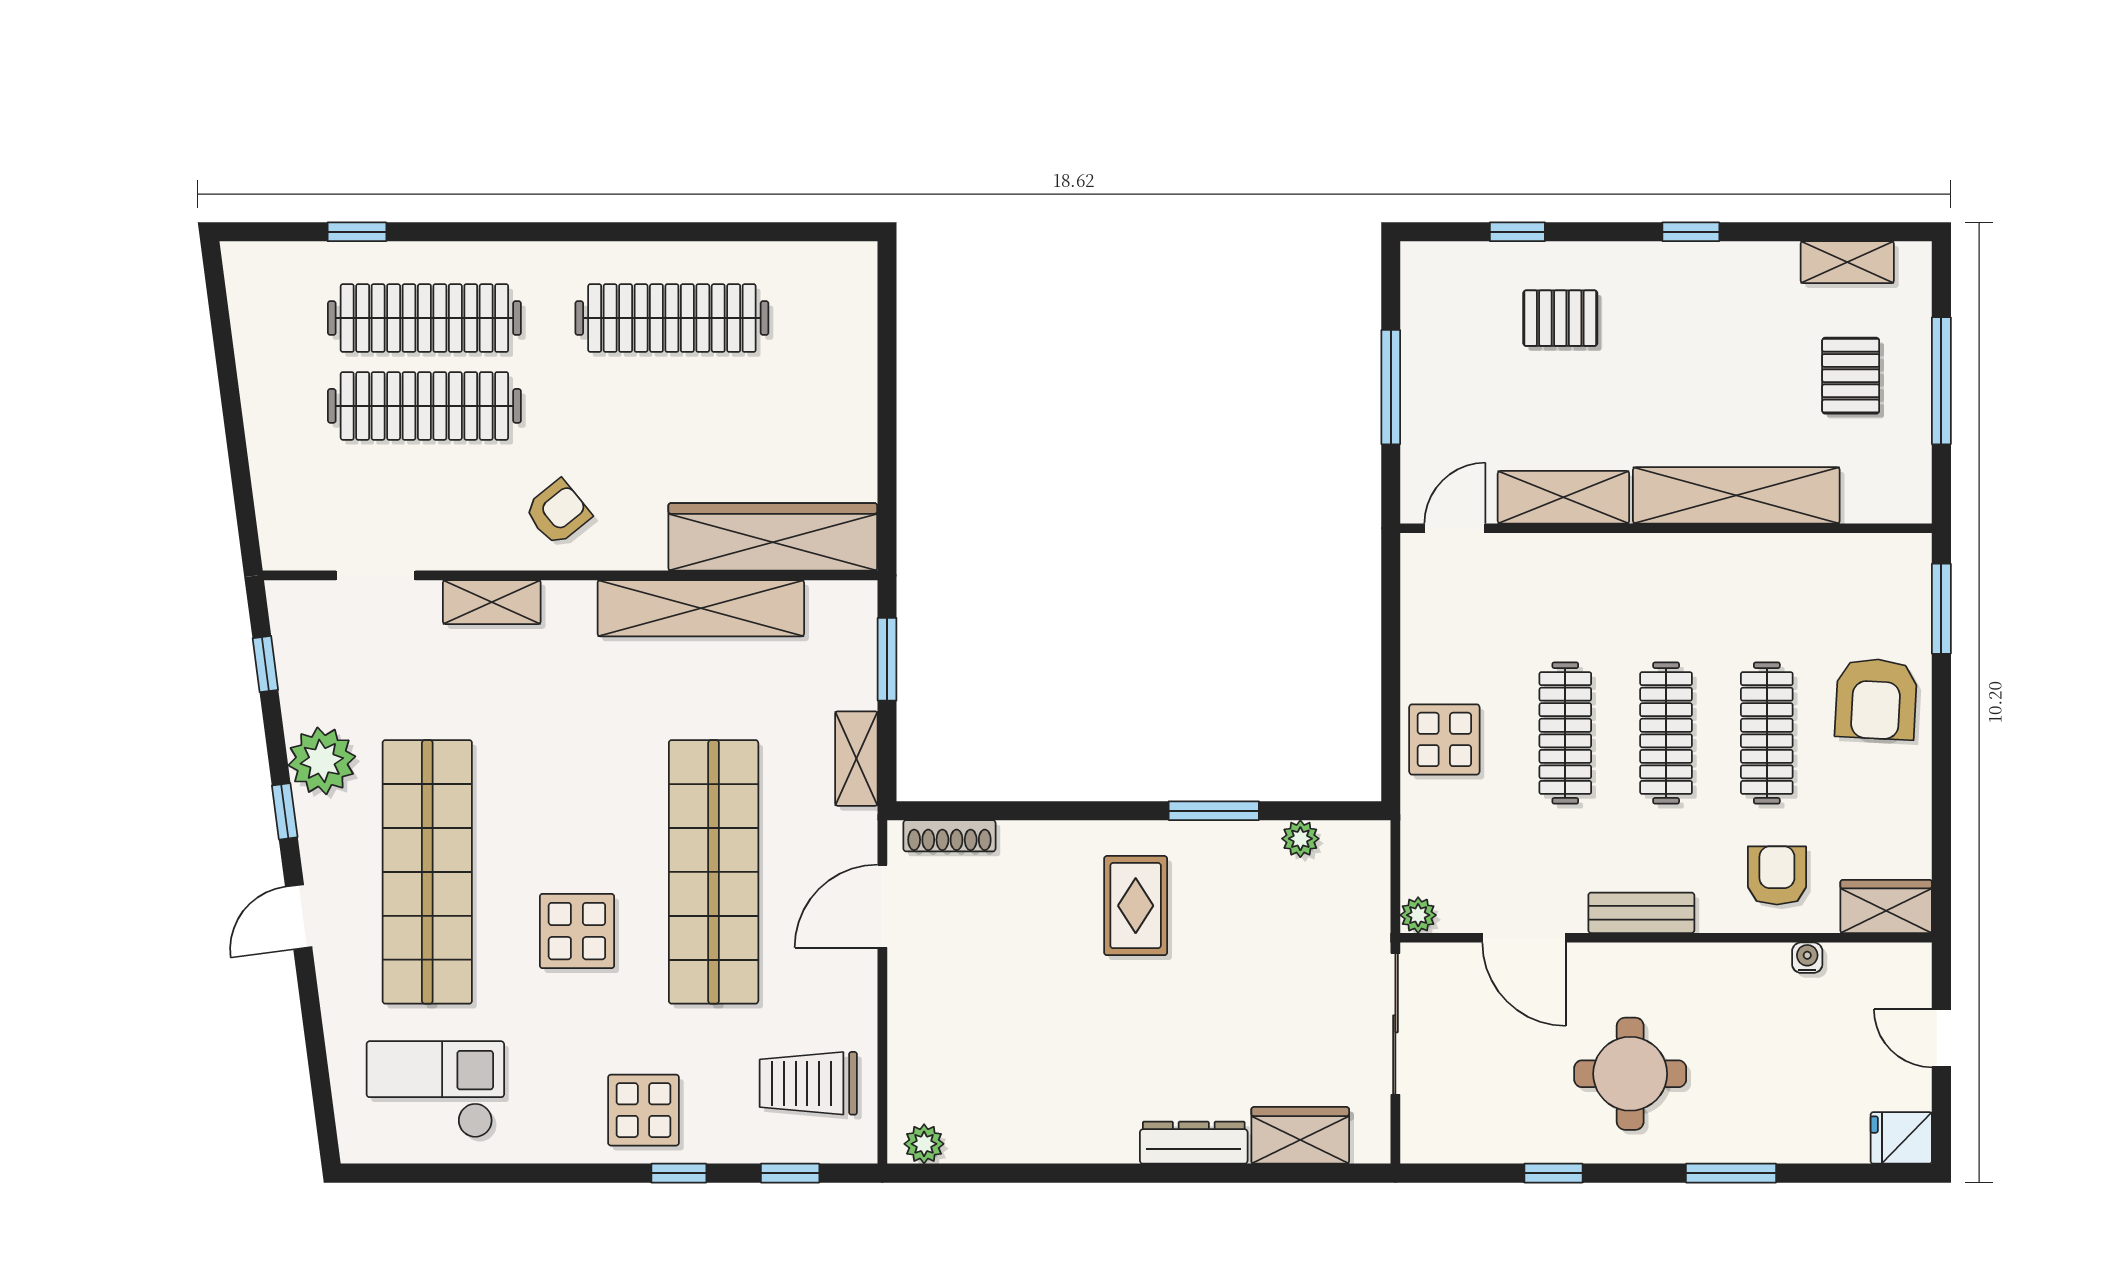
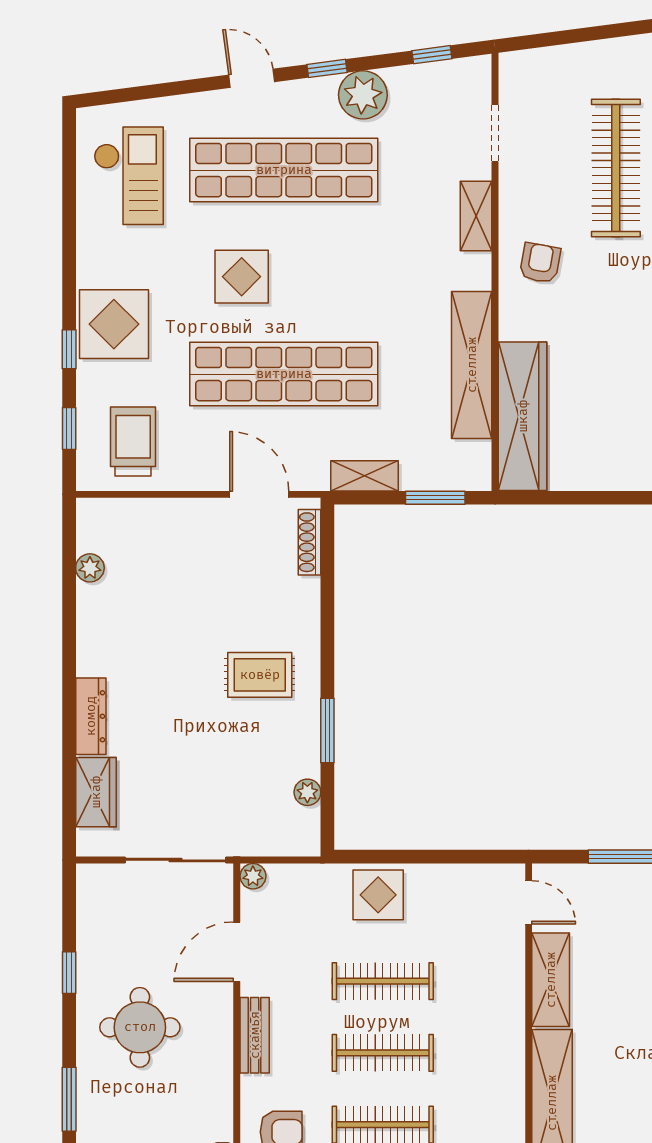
armchair: (558, 512) -> (540, 263), turned -131
display table: (643, 1110) -> (114, 324), width x1.36, depth x1.36
plant: (924, 1144) -> (90, 568), moved

